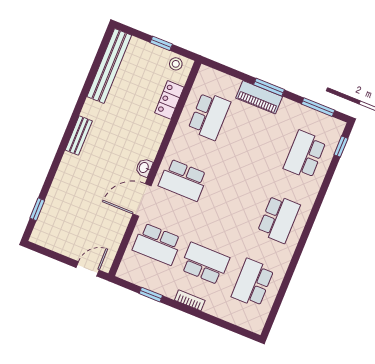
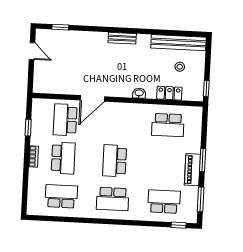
window: (161, 43) -> (206, 89), moved
stool: (176, 64) -> (180, 67), moved
piano: (259, 97) -> (192, 170), moved
washbasin: (144, 168) -> (139, 93), moved
school desk: (183, 180) -> (115, 161), moved
door: (142, 200) -> (92, 98), swing flipped
door: (88, 269) -> (32, 51), moved

